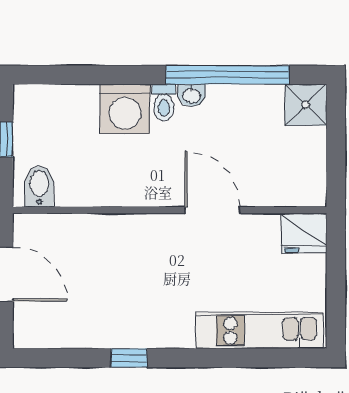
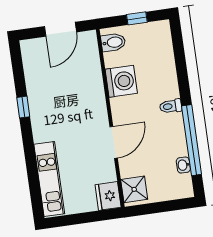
washbasin: (192, 95) -> (183, 165), moved
shower: (306, 105) -> (134, 189), moved
washing machine: (125, 109) -> (121, 81), moved, turned 180

